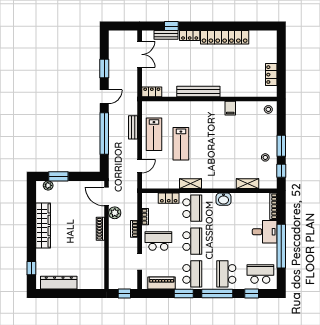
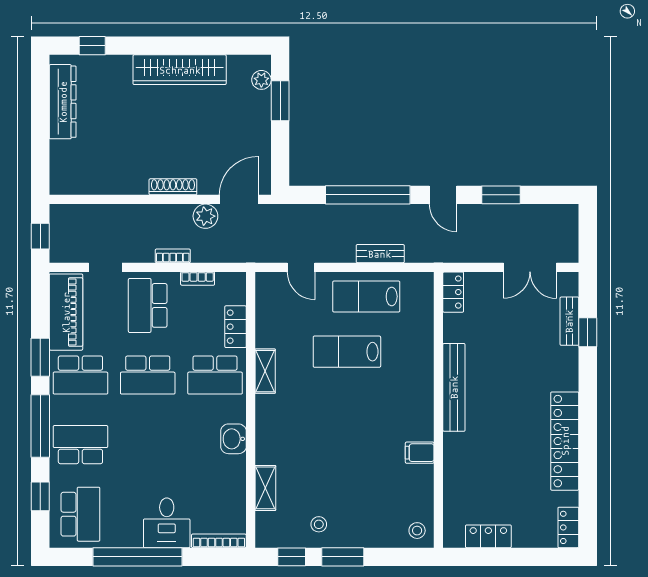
locker: (190, 35) -> (568, 527), moved
school desk: (158, 241) -> (148, 305), turned 180
piano: (162, 283) -> (66, 312), width x1.37, depth x1.33

